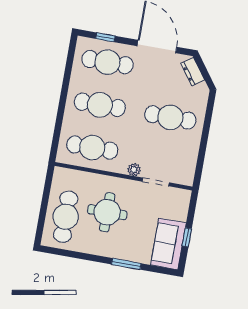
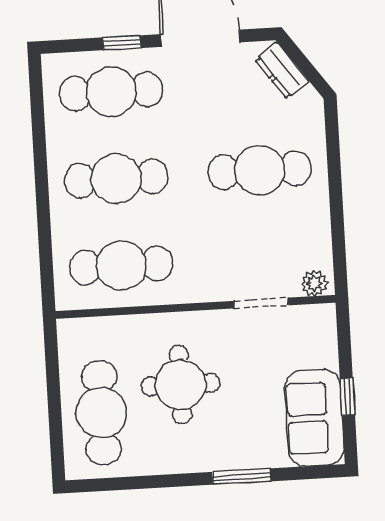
window: (105, 37) -> (122, 43), moved
plant: (134, 170) -> (314, 283), moved

